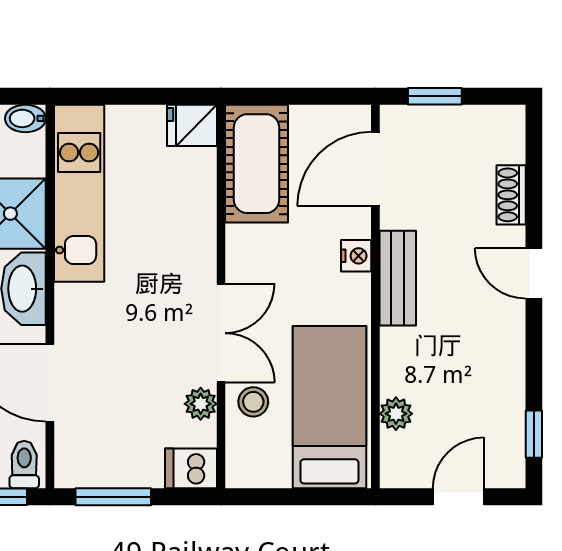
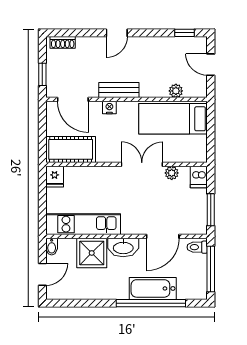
shoe rack: (511, 195) -> (63, 42), moved
stool: (253, 402) -> (171, 151), removed

